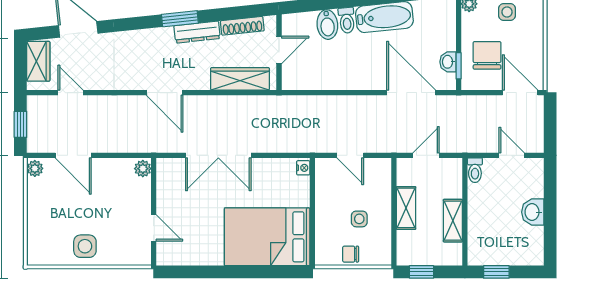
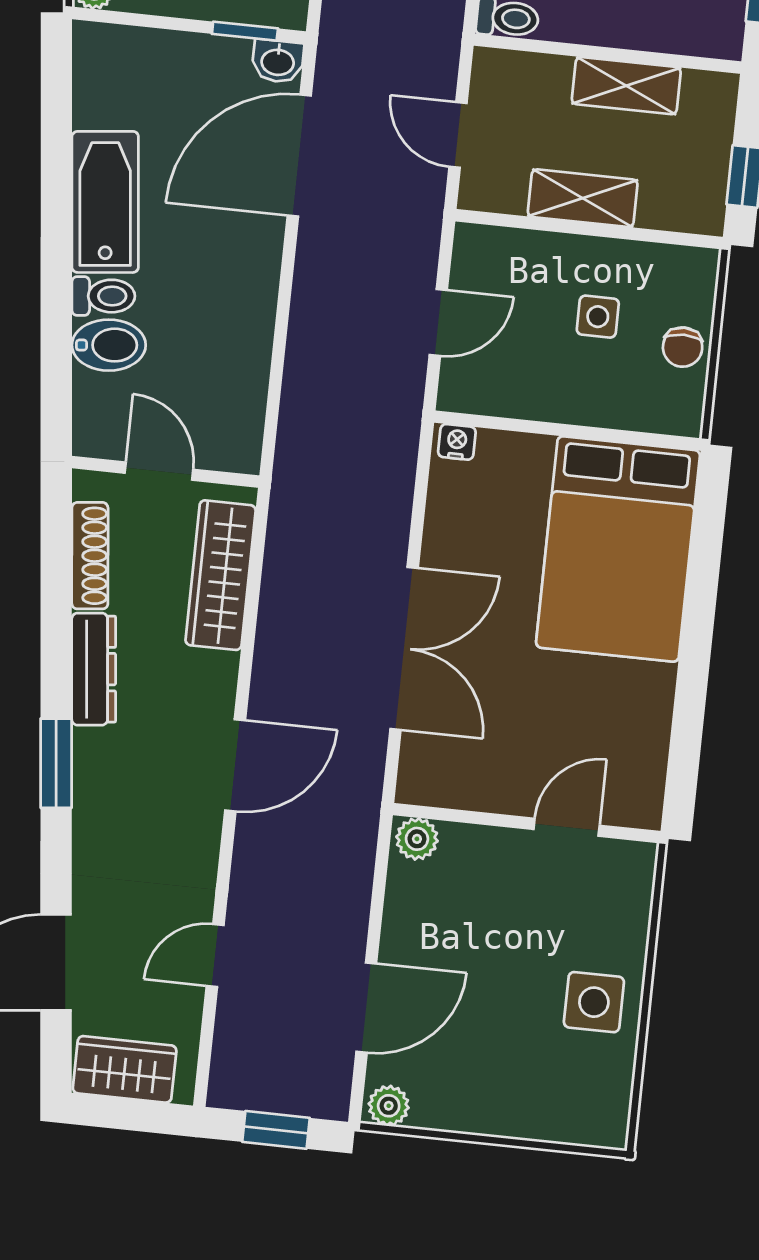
window: (180, 19) -> (56, 763), moved
washbasin: (448, 62) -> (278, 61), moved
door: (71, 93) -> (215, 955), moved

